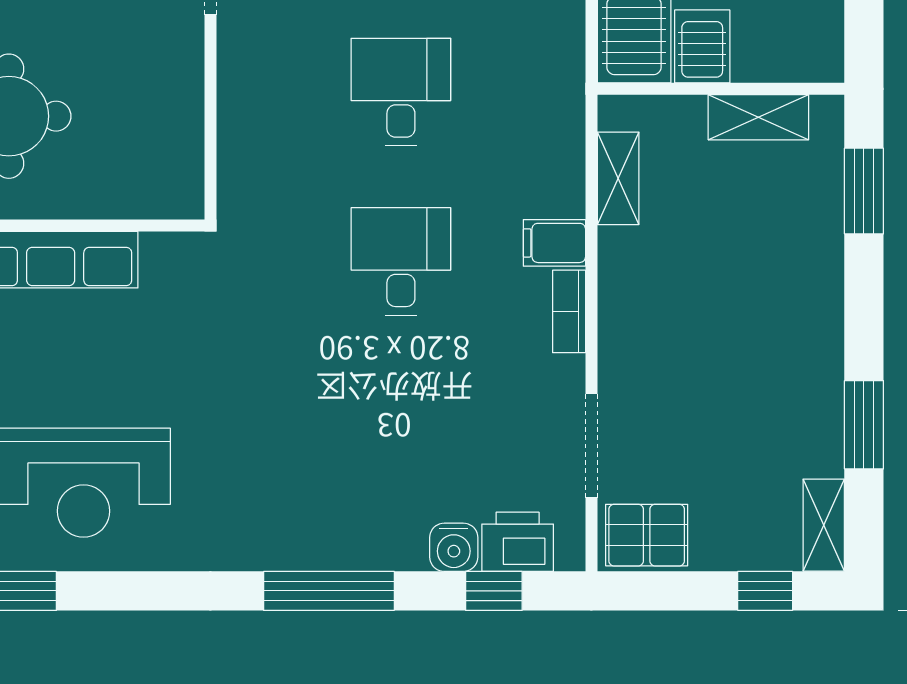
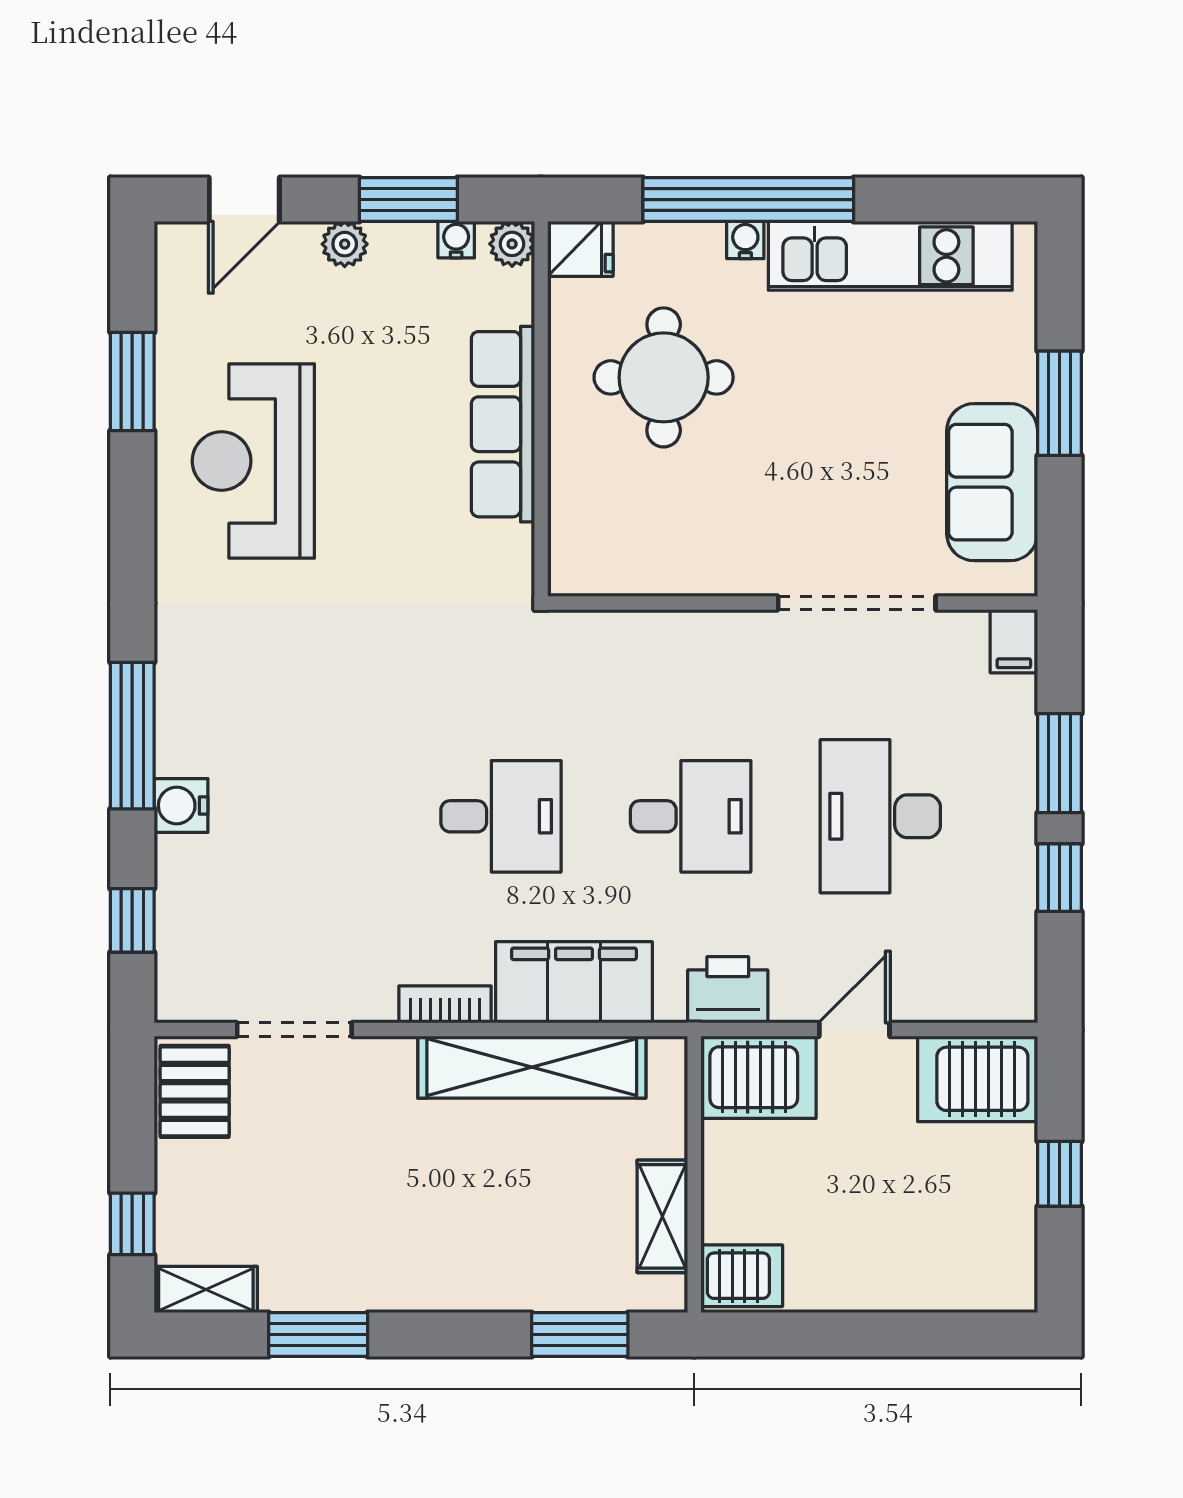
server rack: (702, 46) -> (742, 1276), moved
shelving: (618, 178) -> (532, 1067), width x2.20, depth x1.33
filing cabinet: (554, 243) -> (574, 982), width x3.00, depth x1.17
printer: (518, 542) -> (728, 990), moved, turned -90
water cooler: (454, 547) -> (181, 806), moved

